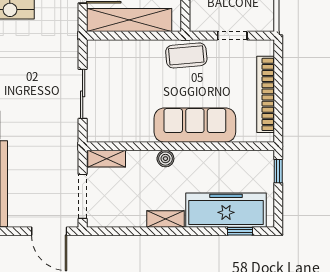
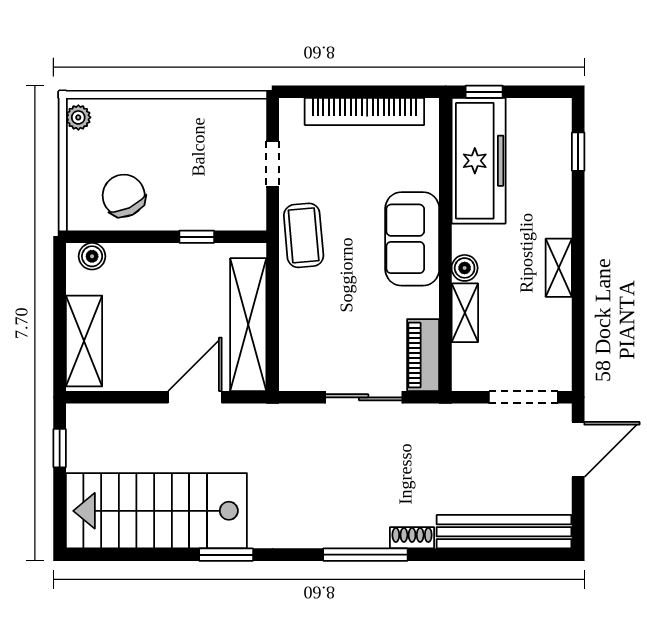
sofa: (195, 125) -> (412, 239), width x0.73
piano: (110, 132) -> (423, 355), added
shelving: (107, 159) -> (465, 313), moved
freezer: (226, 210) -> (479, 161), moved, turned 180

